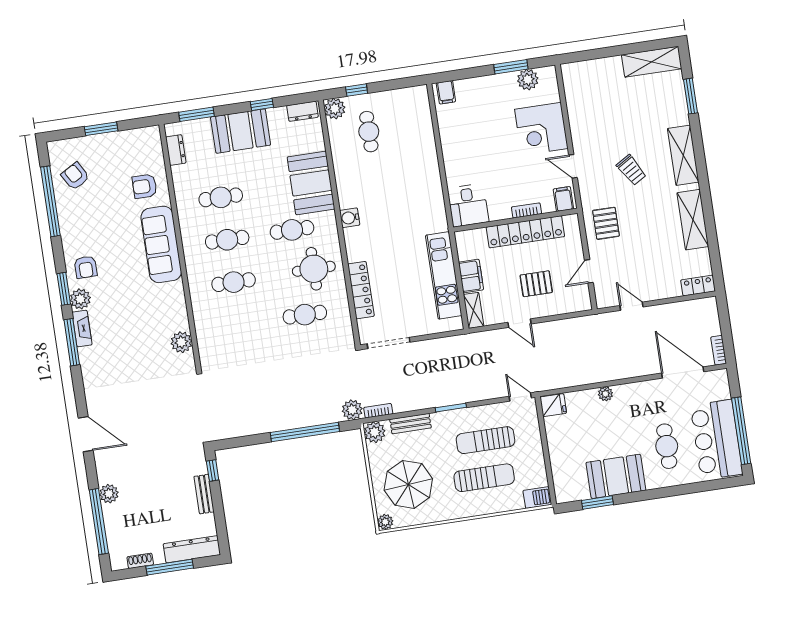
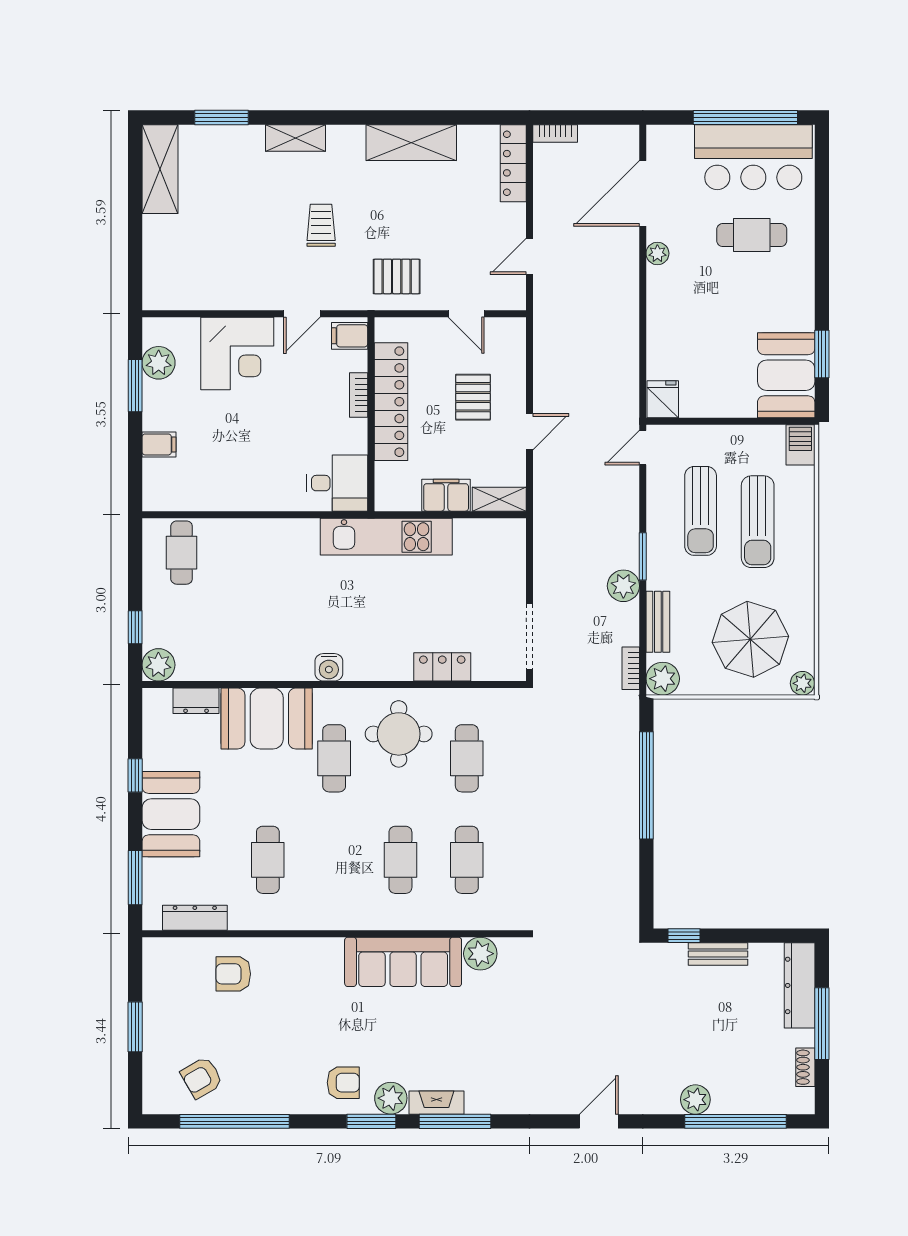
filing cabinet: (446, 92) -> (159, 444), moved
dresser: (302, 111) -> (196, 701), moved, turned 90
cafe table: (369, 132) -> (182, 553), moved, turned 90
dresser: (176, 150) -> (195, 918), width x1.44
shelving: (683, 155) -> (295, 138), width x0.67, depth x0.75
trolley: (631, 170) -> (321, 225), turned -59
armchair: (145, 186) -> (233, 974), turned 90
cafe table: (227, 240) -> (467, 860), moved
sofa: (161, 244) -> (403, 962), moved
kitchen unit: (444, 275) -> (386, 537), moved
locker: (698, 286) -> (513, 163), width x1.53
locker: (361, 290) -> (442, 667), width x0.66
bookcase: (719, 350) -> (555, 133), moved
plant: (605, 394) -> (657, 253), moved
plant: (352, 410) -> (623, 586), moved
door: (86, 434) -> (599, 1121), width x0.73
booth: (616, 476) -> (786, 375), moved
sun lounger: (484, 478) -> (758, 522), turned 180

